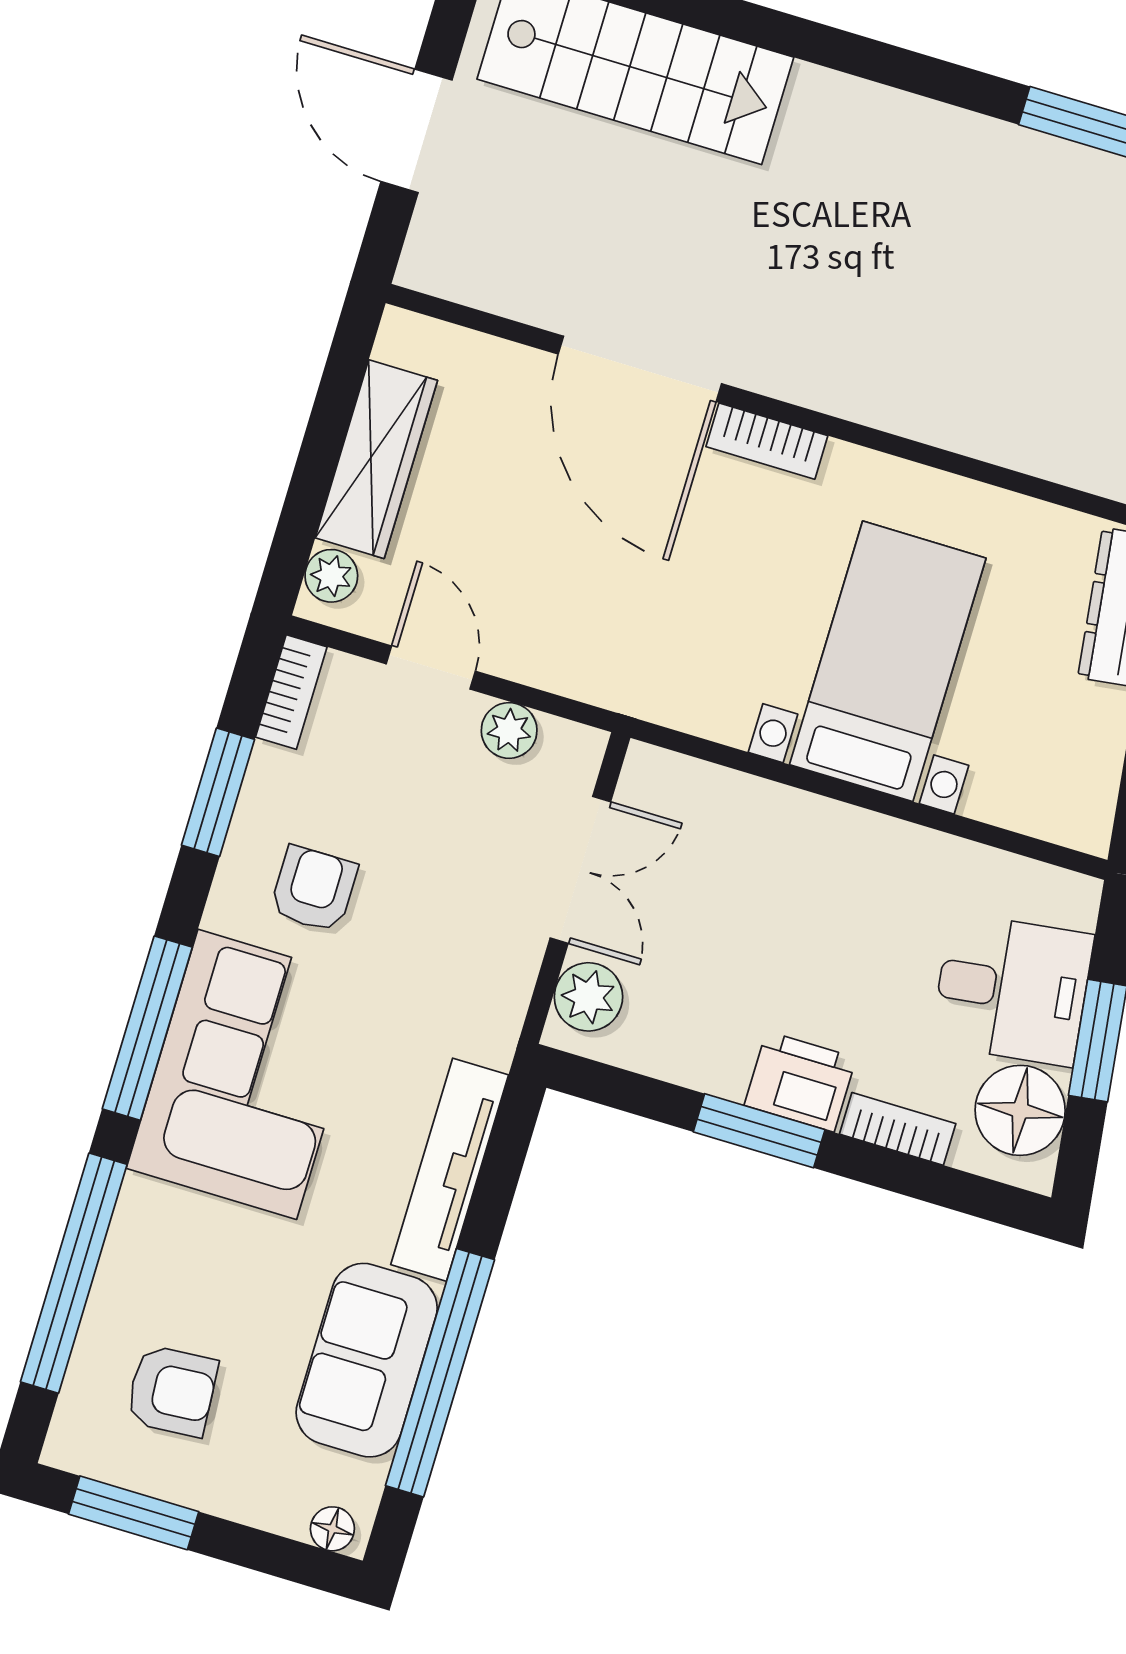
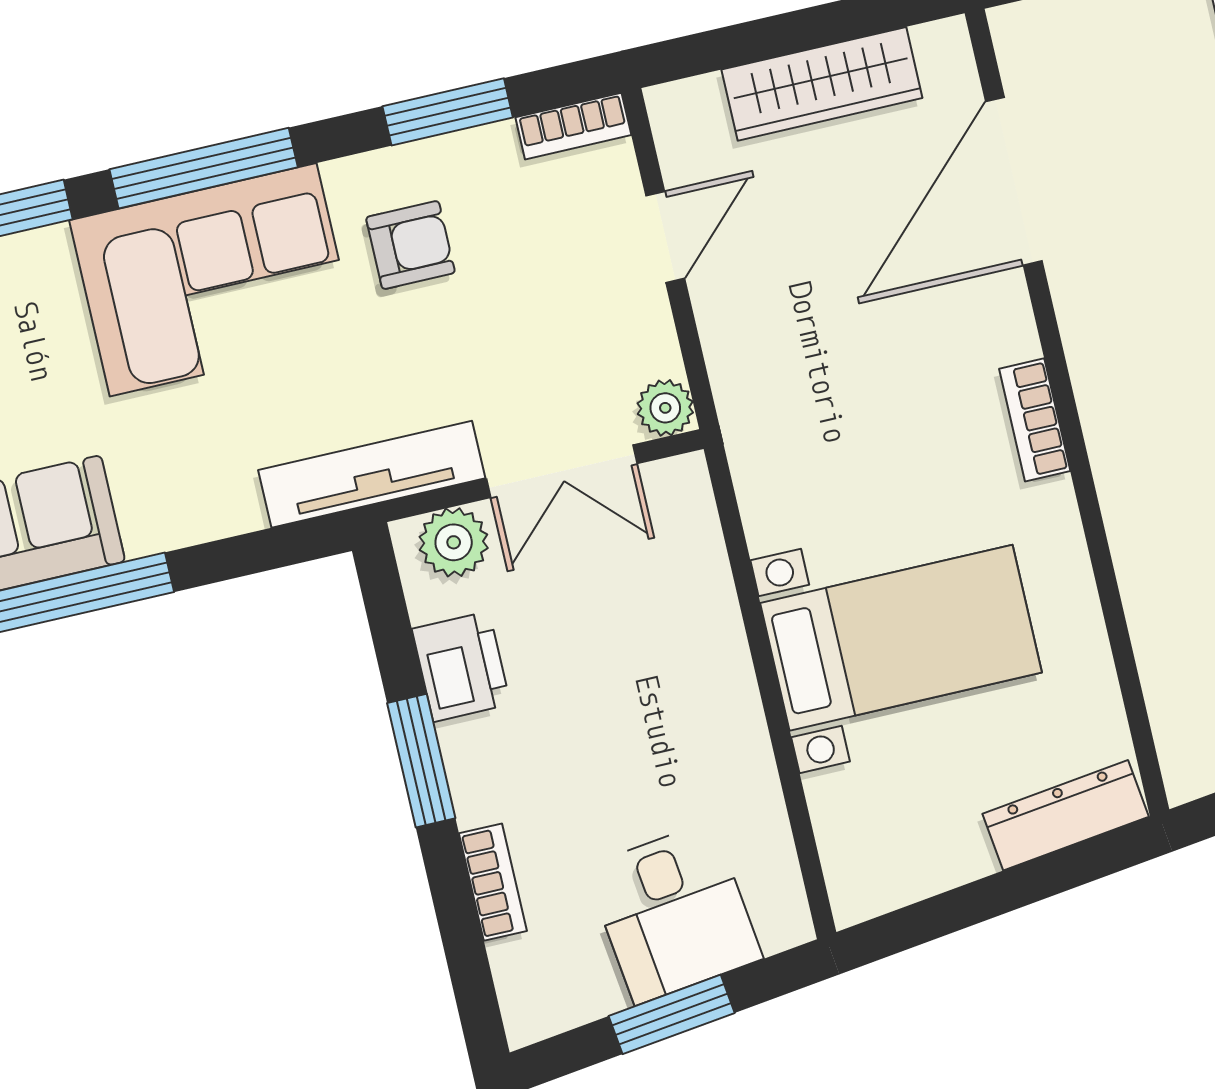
door: (640, 369) -> (1014, 181), moved
plant: (331, 576) -> (696, 103), removed
plant: (509, 730) -> (665, 408), moved
printer: (800, 1082) -> (461, 667), moved
floor lamp: (1020, 1110) -> (571, 981), removed
tv unit: (450, 1170) -> (372, 474), moved

